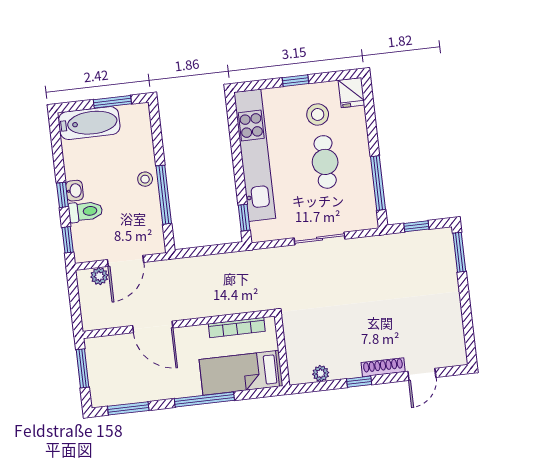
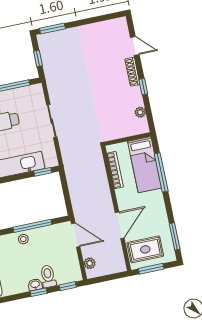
door: (126, 261) -> (76, 235), moved
rug: (113, 362) -> (145, 249), added
window: (204, 400) -> (161, 172), moved

